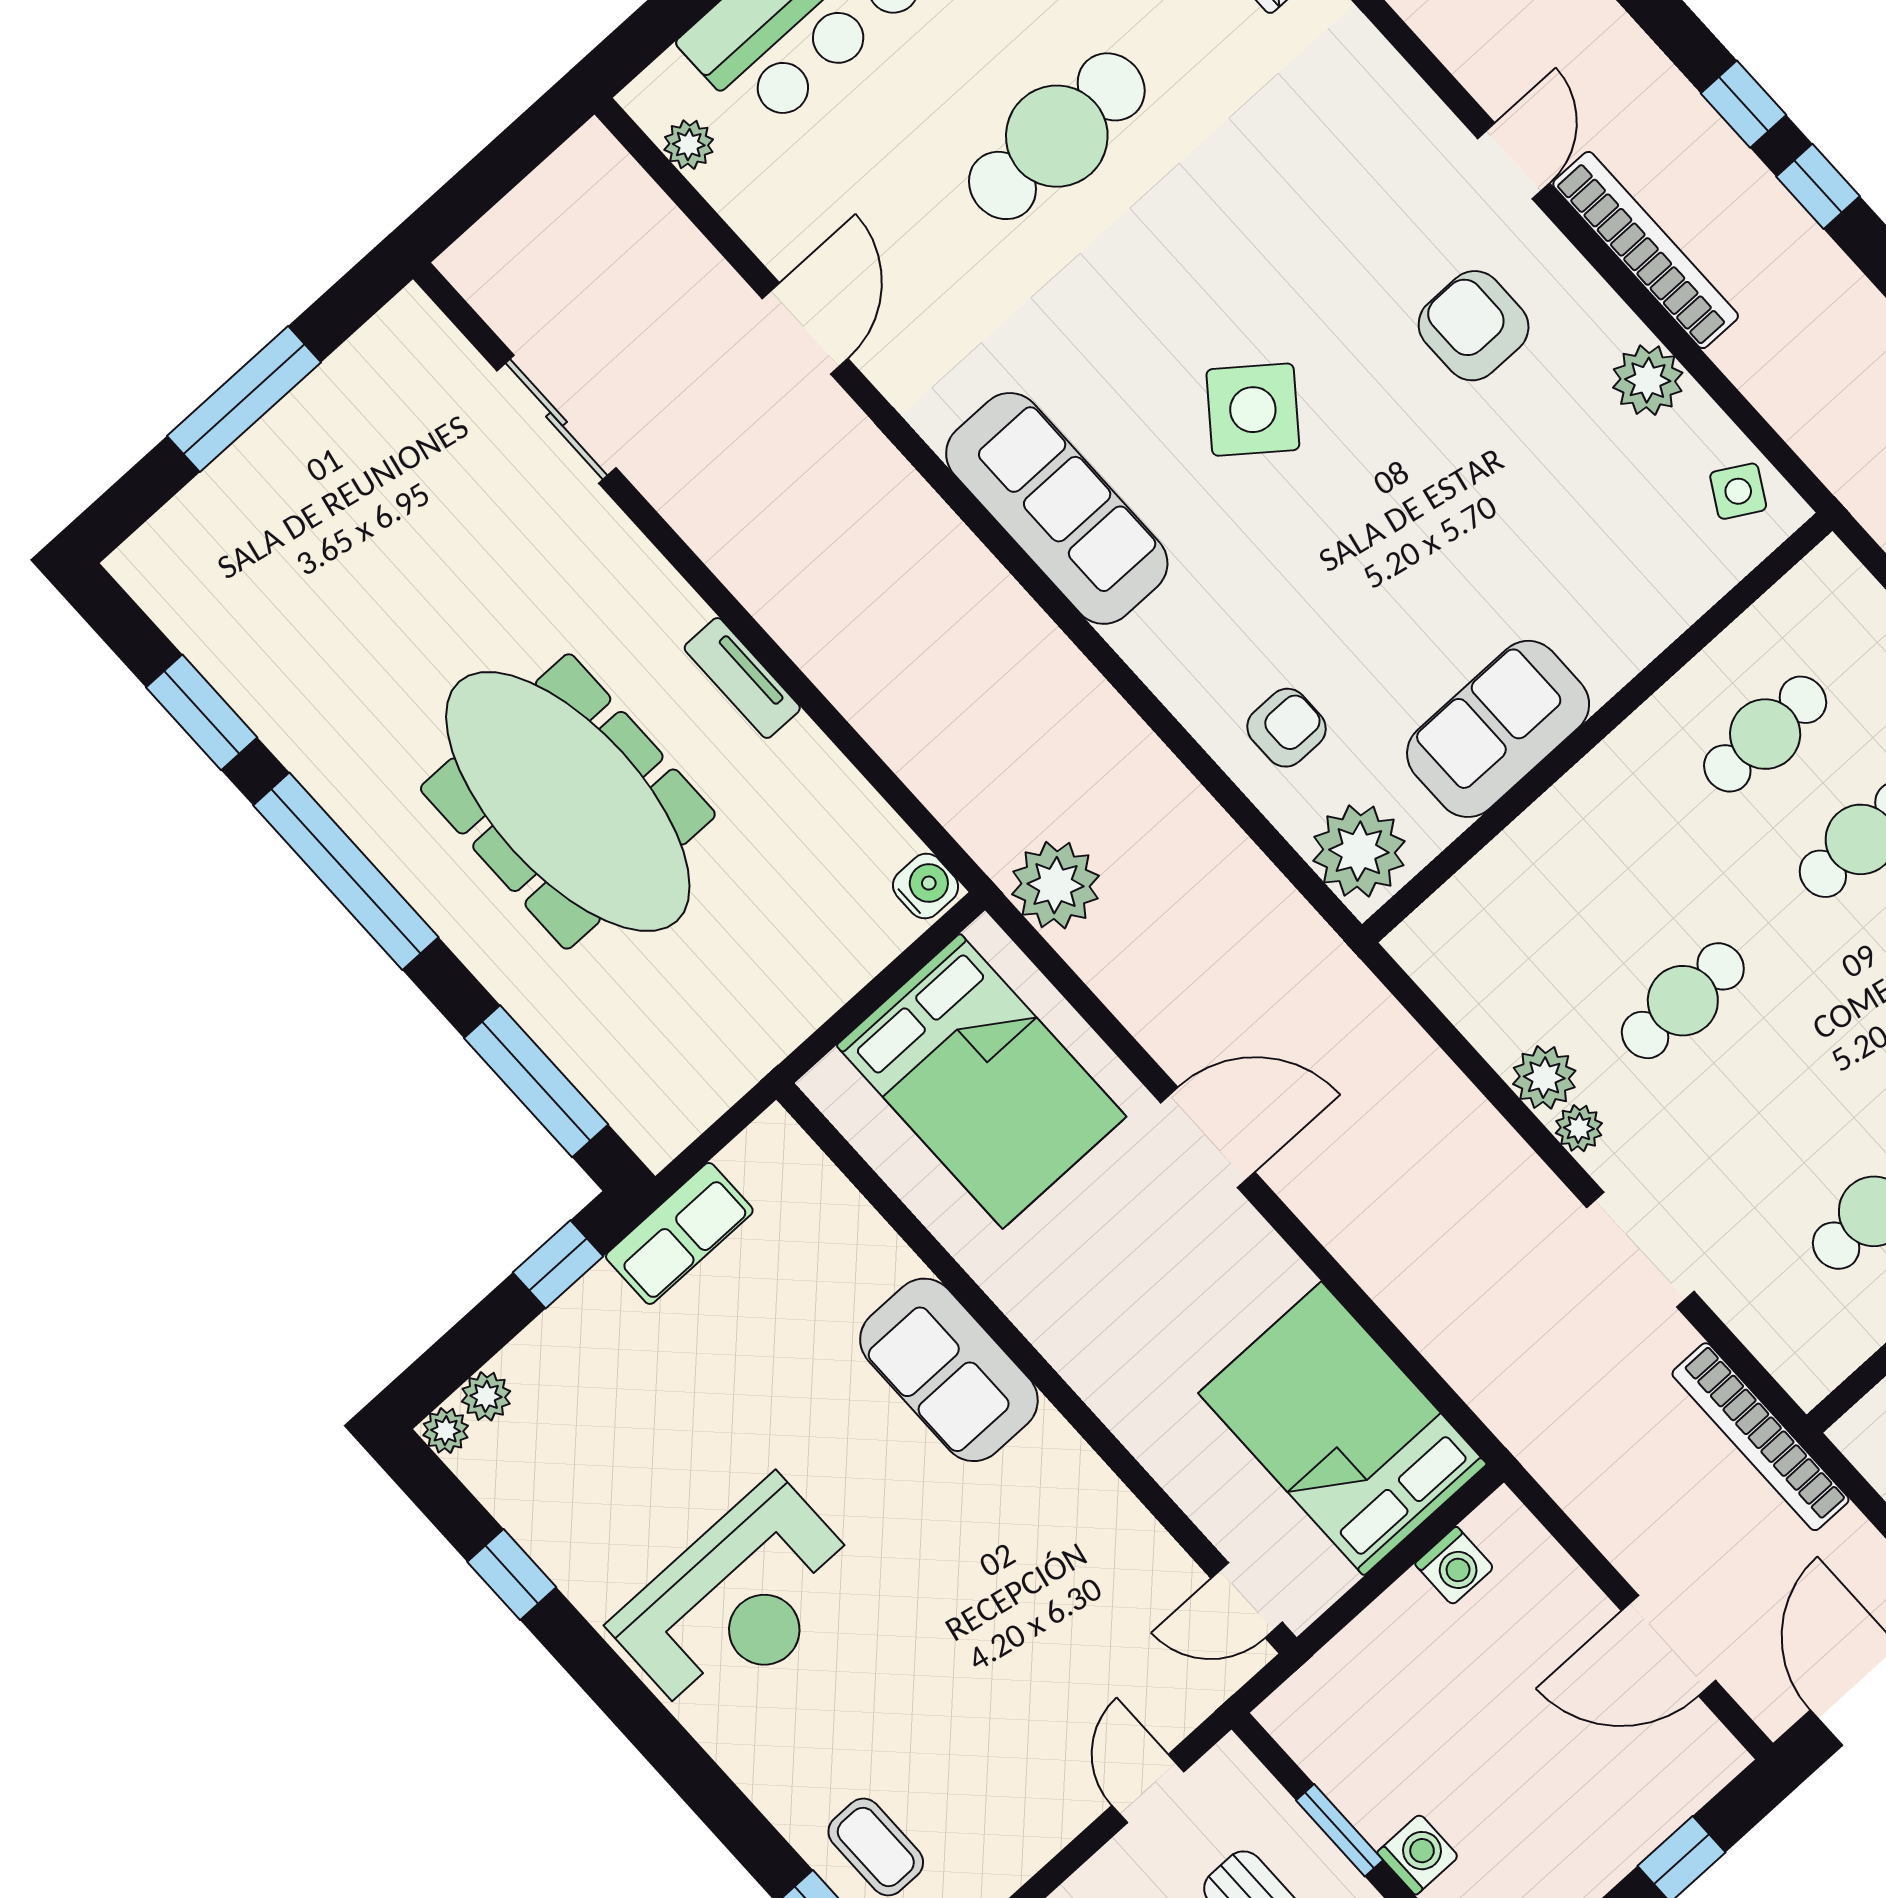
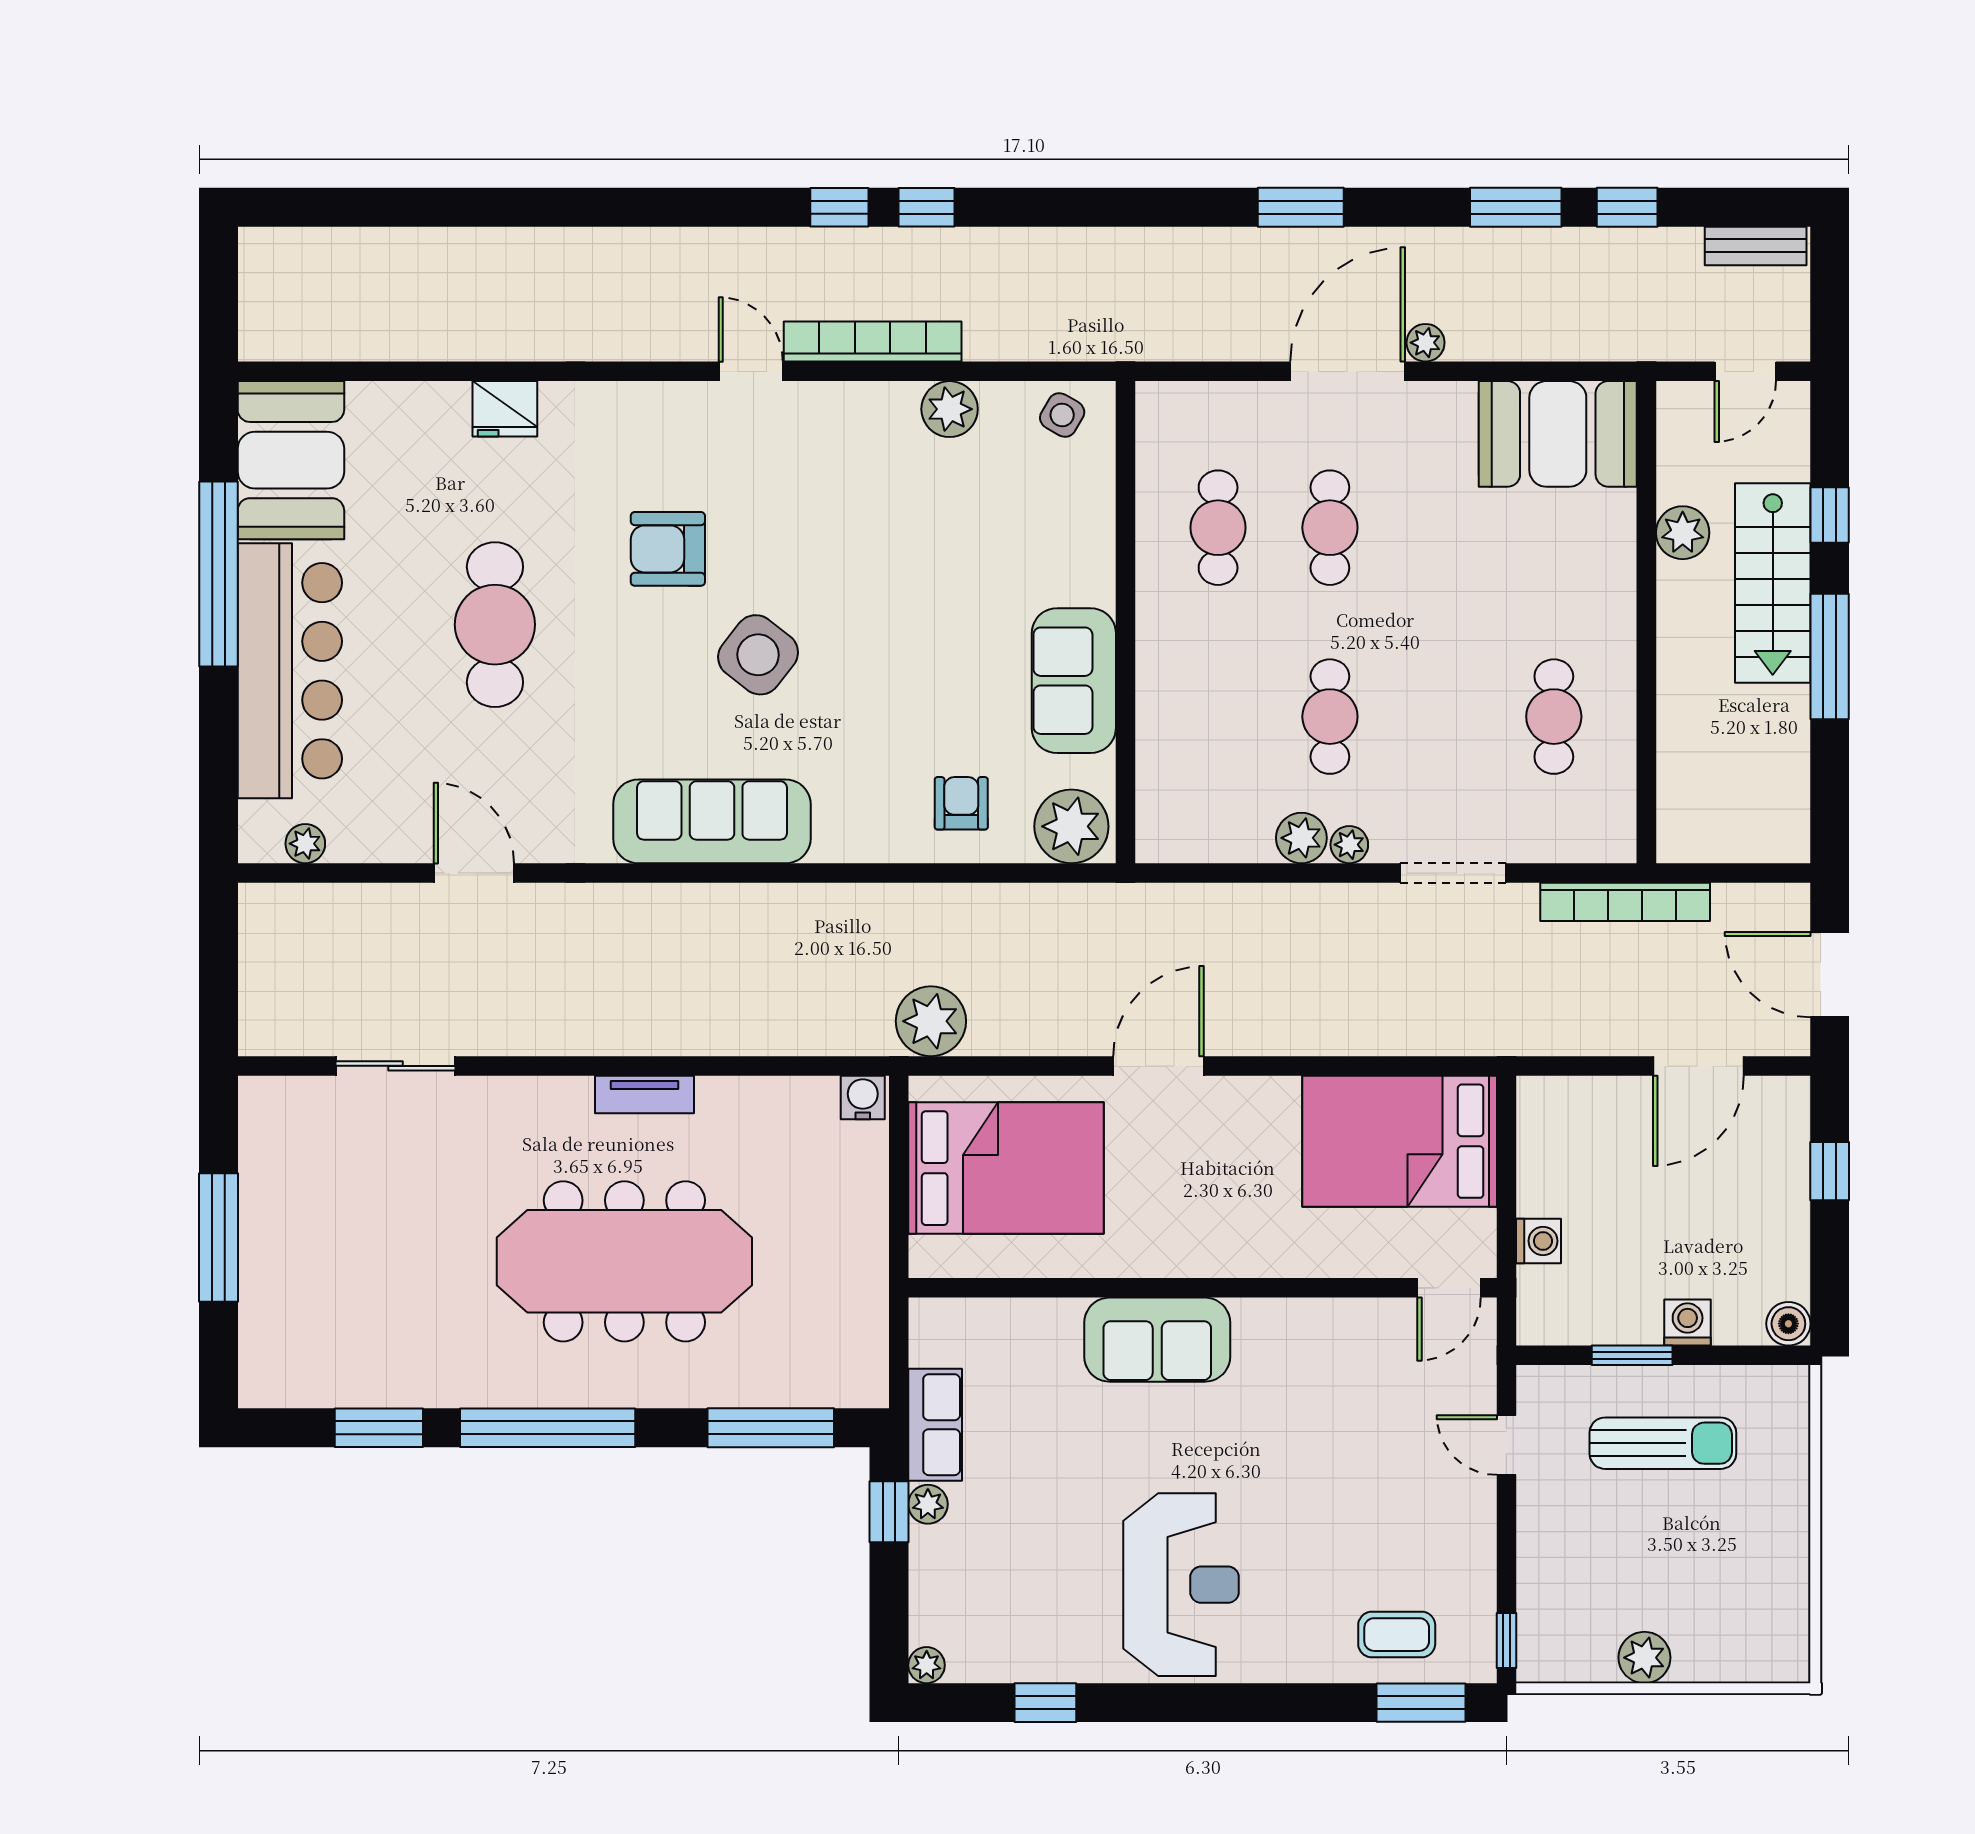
armchair: (1474, 326) -> (668, 549), moved
plant: (486, 1396) -> (928, 1504), moved
washing machine: (1454, 1566) -> (1539, 1241), moved

